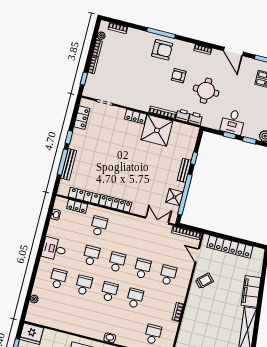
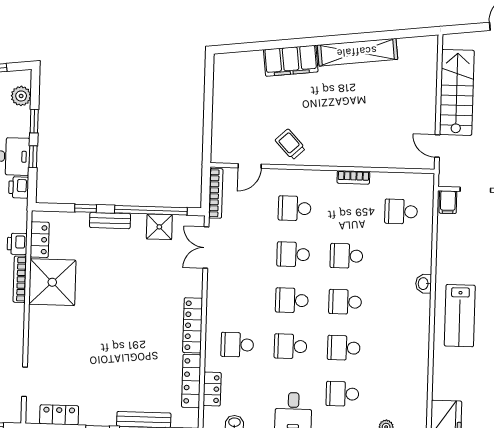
locker: (135, 117) -> (40, 240), moved
printer: (195, 119) -> (19, 187), moved
locker: (230, 247) -> (223, 114), removed

